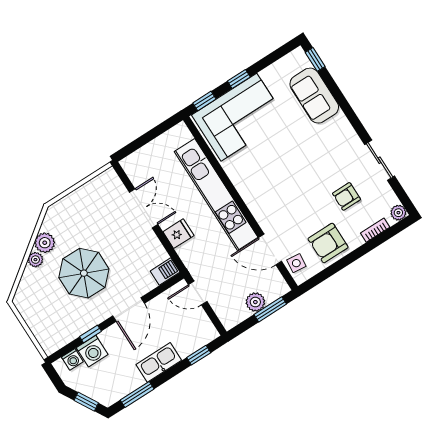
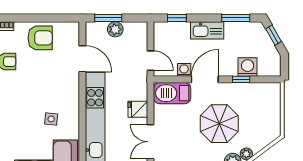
side table: (296, 263) -> (51, 119), moved
barbecue: (165, 272) -> (172, 93), width x1.88, depth x1.53
washing machine: (72, 359) -> (184, 70), moved

